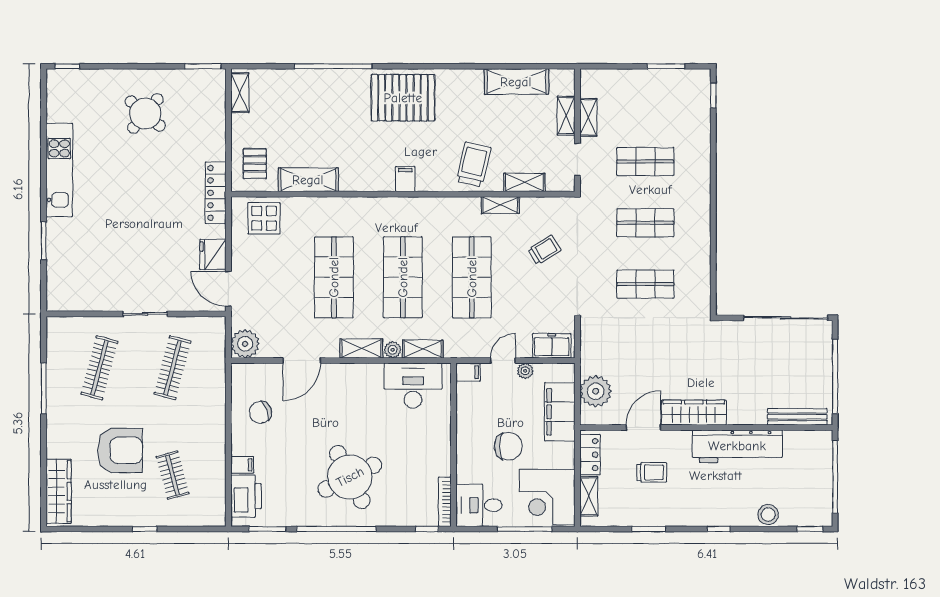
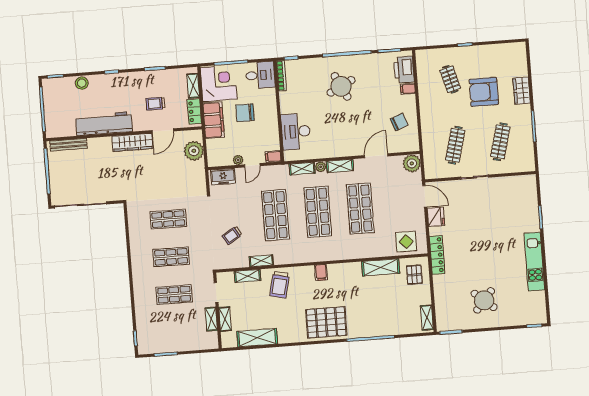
desk: (413, 386) -> (296, 132), moved, turned 90
filing cabinet: (560, 412) -> (214, 120), moved
round table: (350, 477) -> (341, 86), width x0.73, depth x0.73
wardrobe: (59, 491) -> (522, 91), moved, width x0.67

